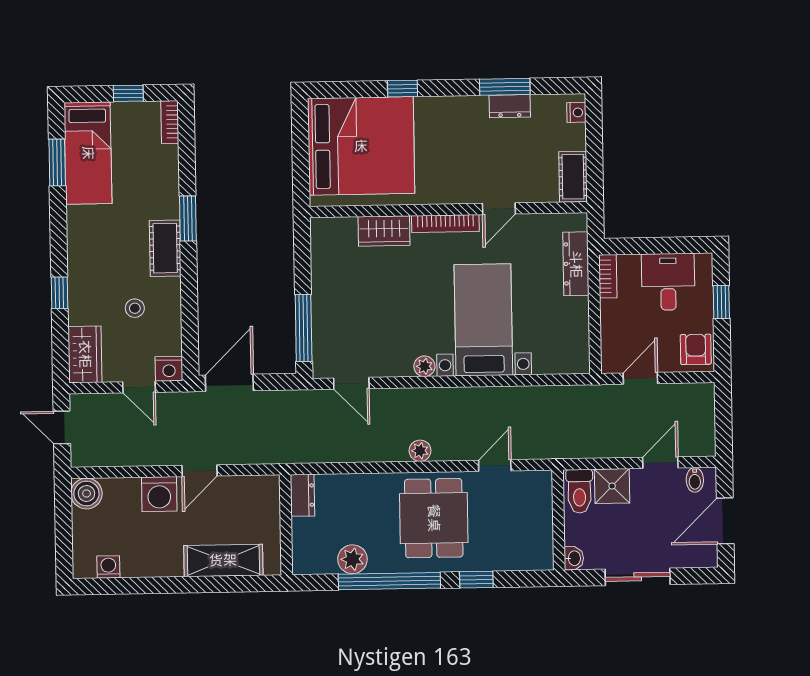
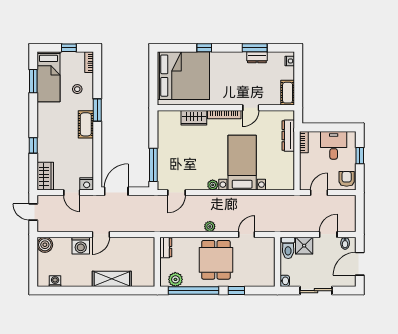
stool: (135, 308) -> (77, 89), moved
door: (351, 383) -> (176, 193), hinge flipped
dresser: (302, 495) -> (166, 247), moved
wall: (286, 525) -> (157, 262), moved

